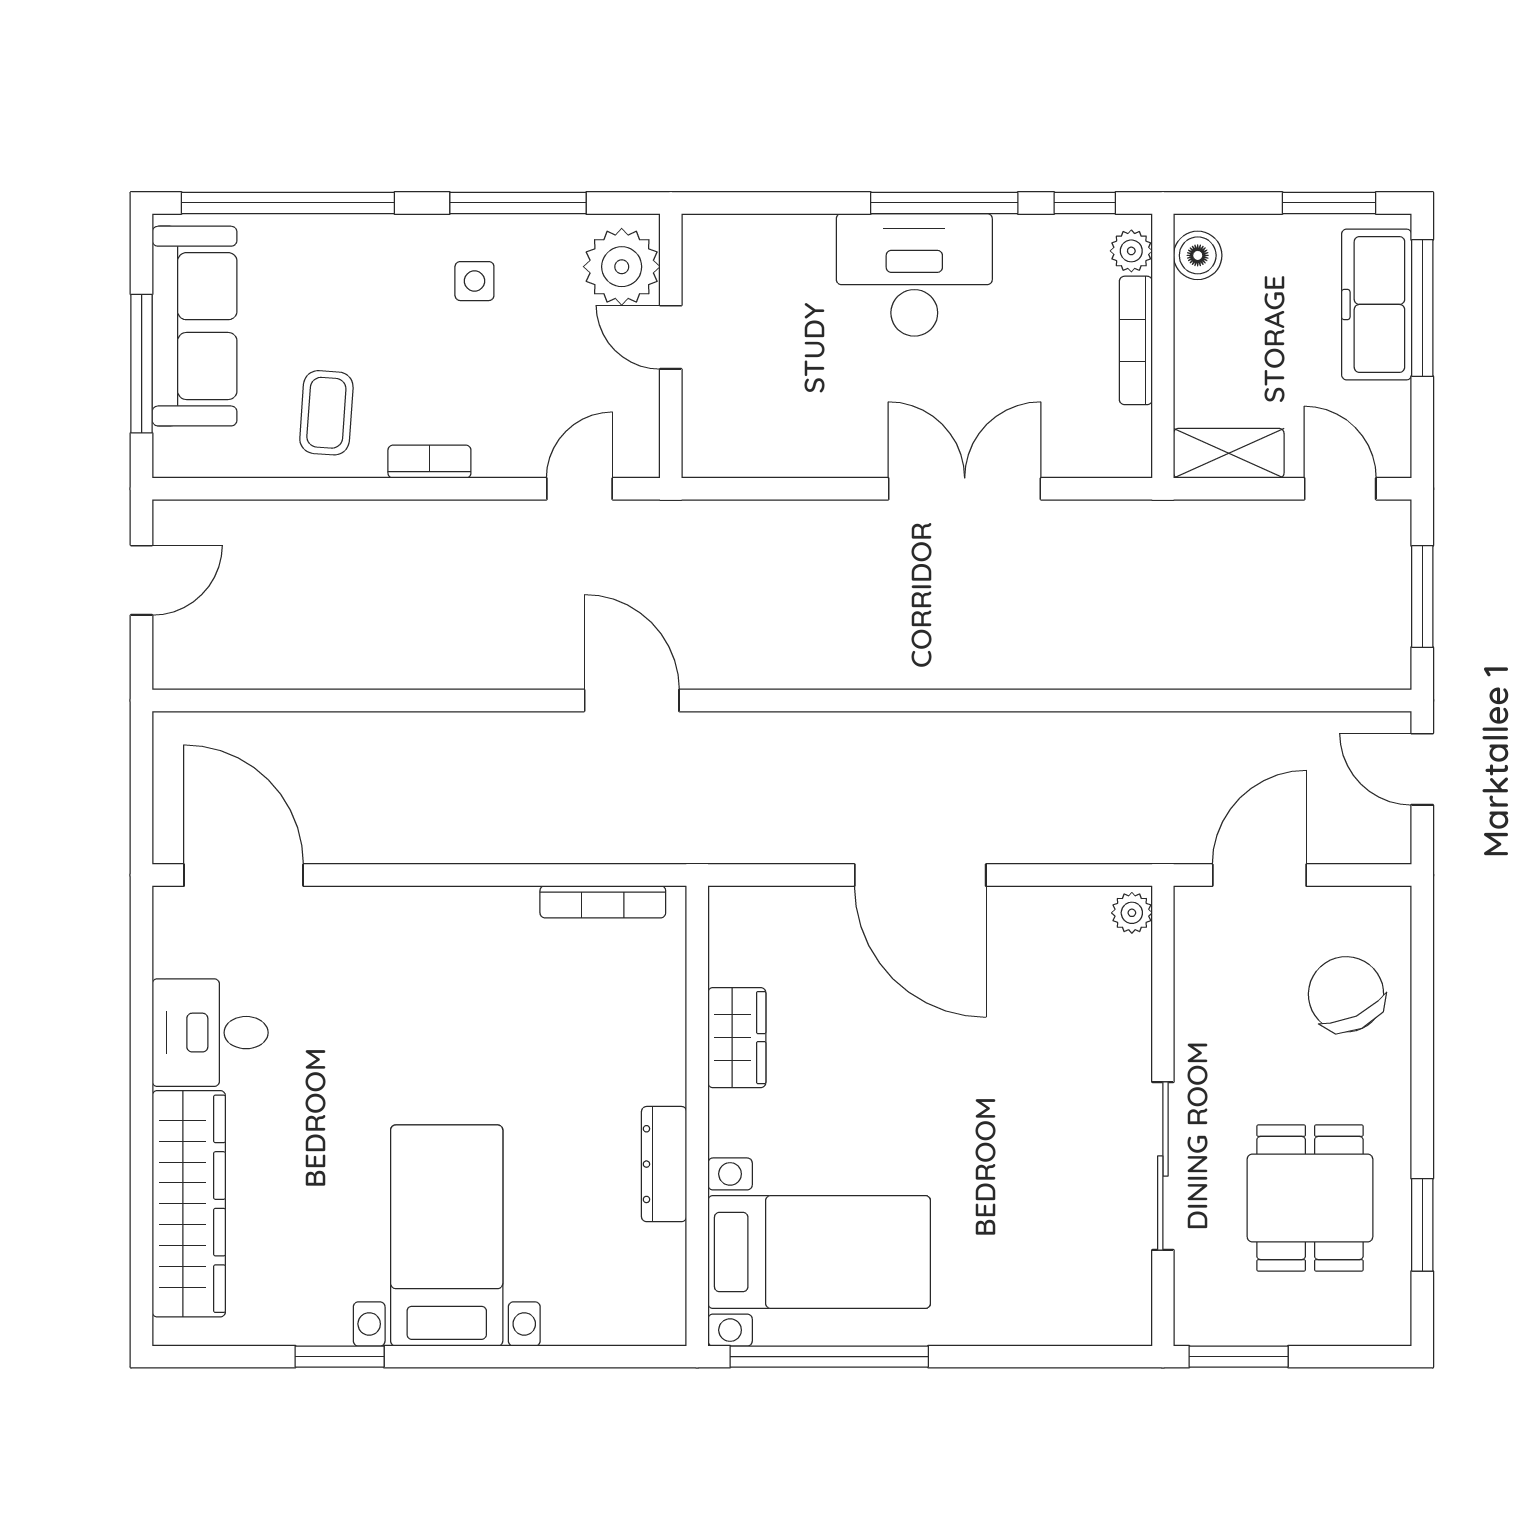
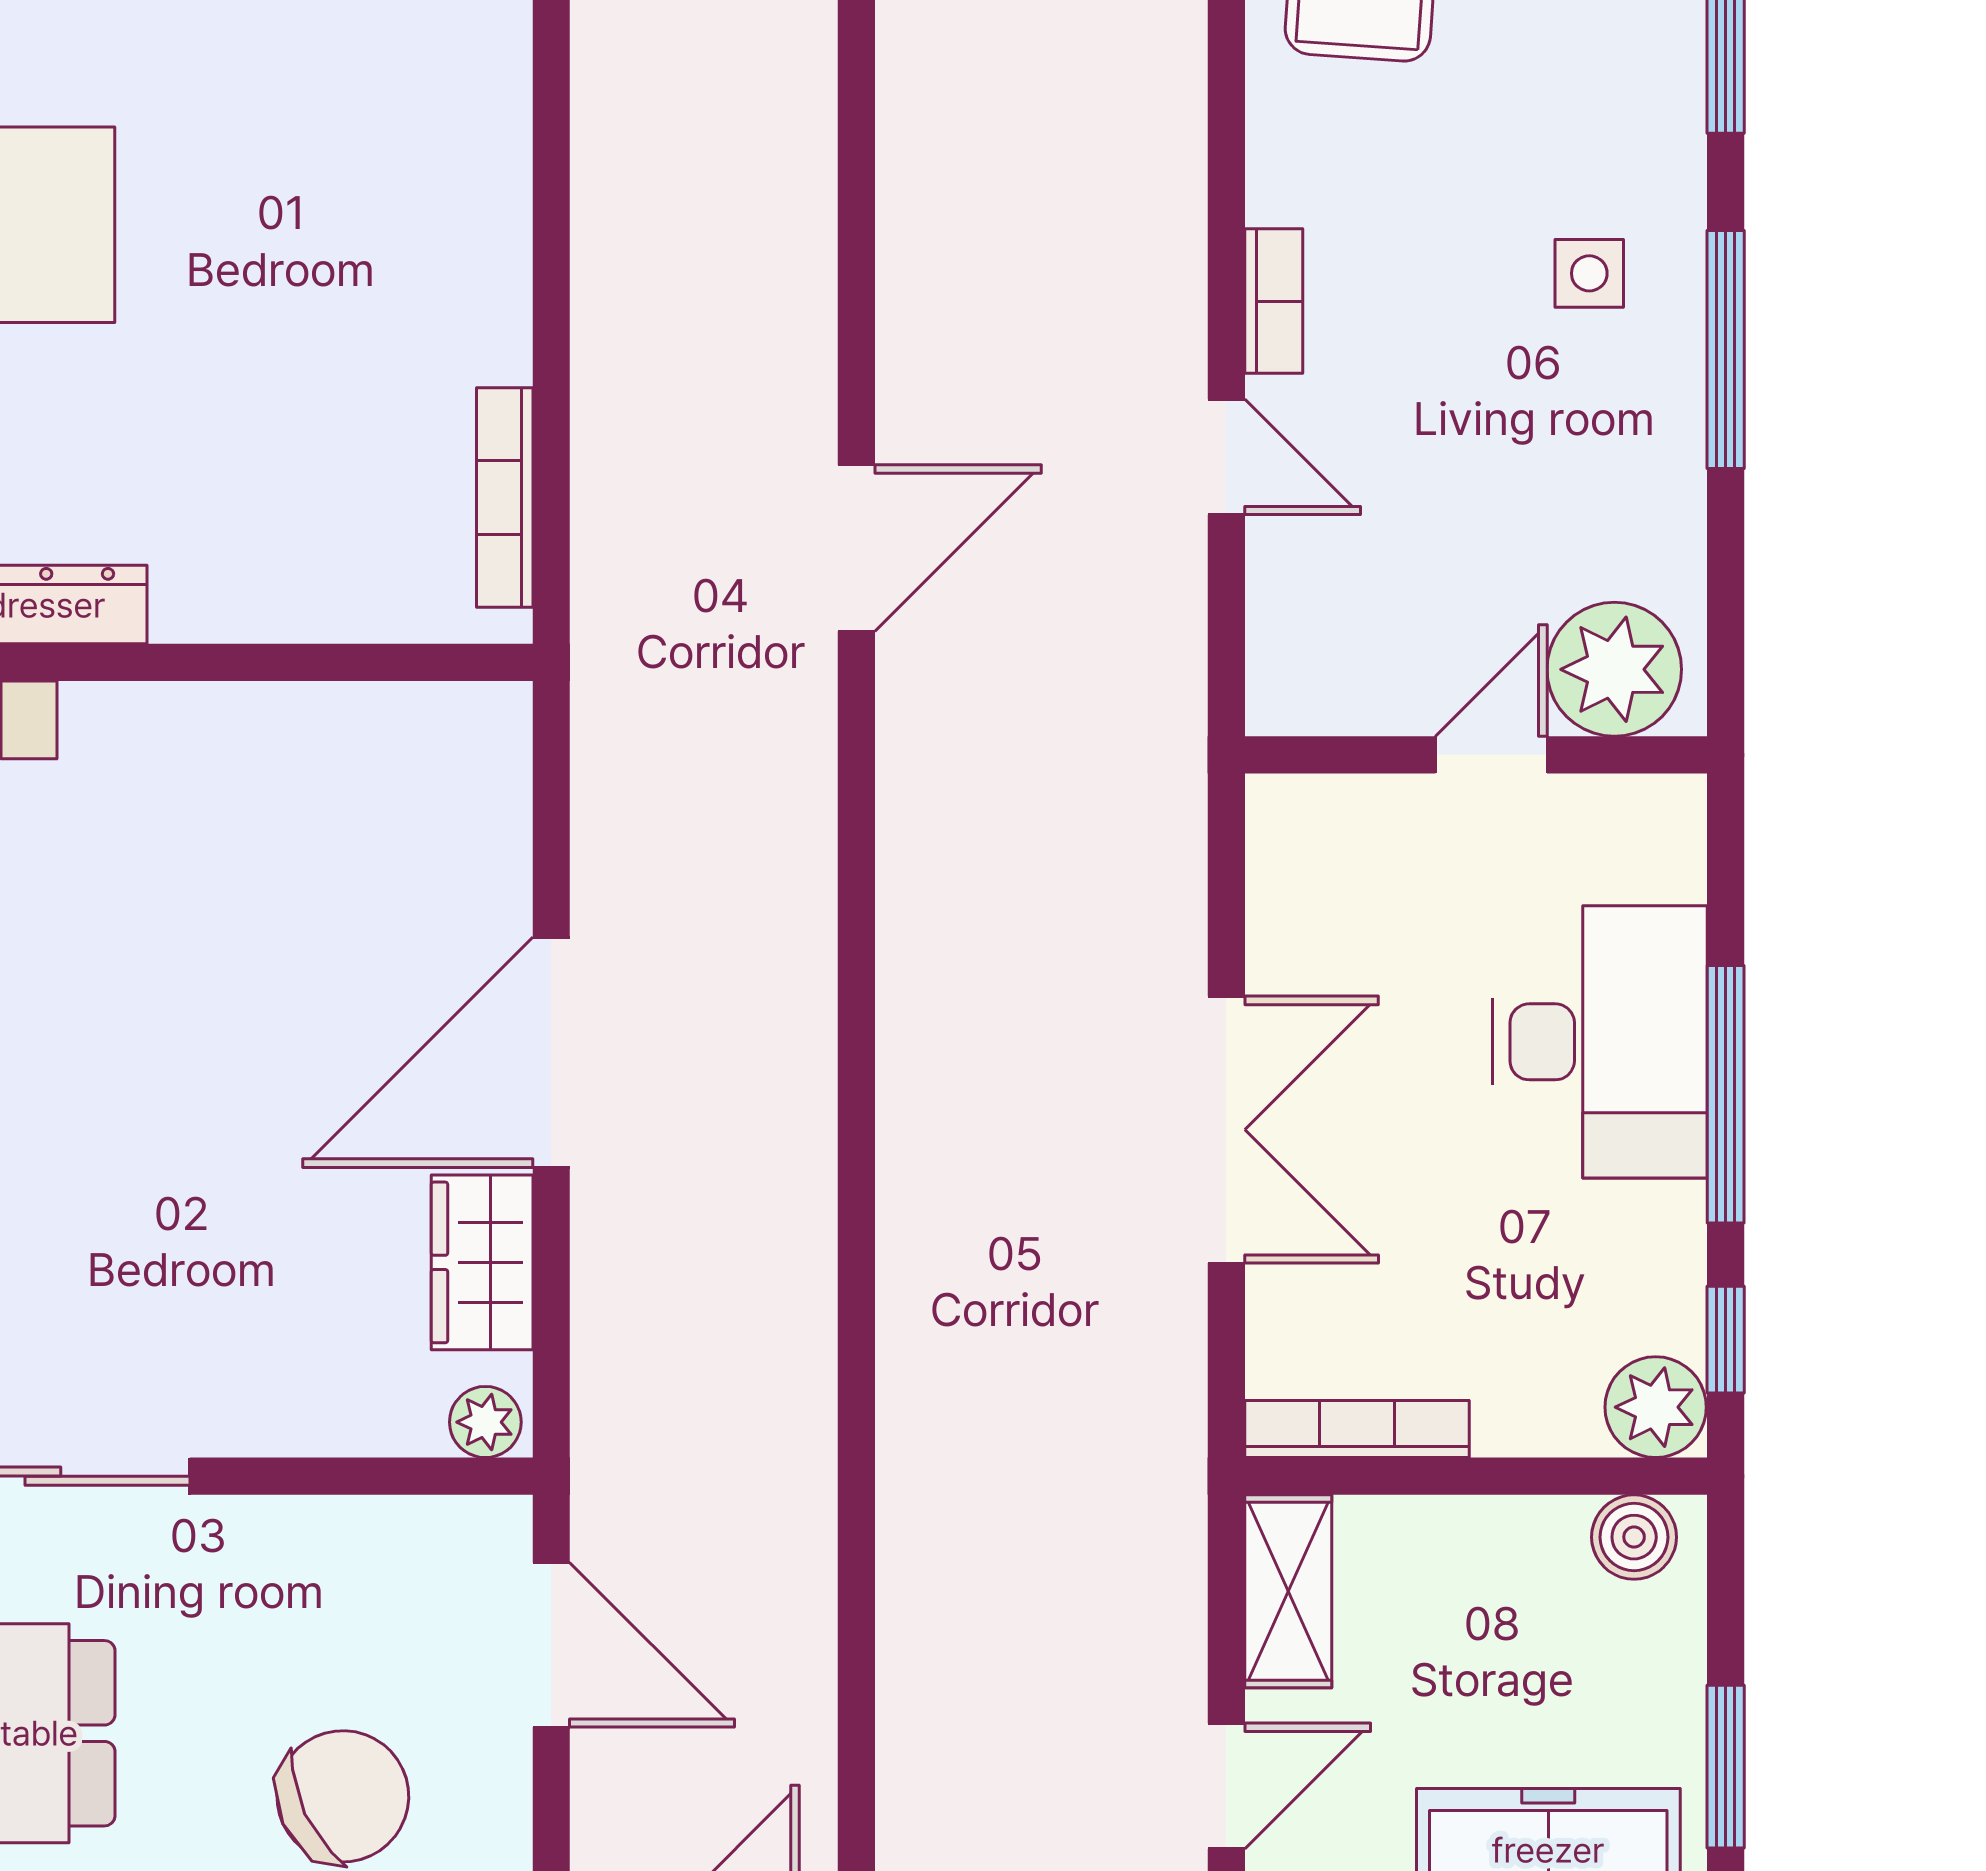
plant: (1131, 251) -> (1656, 1407), width x1.38, depth x1.38
plant: (622, 267) -> (1614, 669), moved
door: (671, 337) -> (1491, 755), moved
bookcase: (1136, 340) -> (1357, 1429), moved
wall: (671, 346) -> (1476, 755), moved
bookcase: (429, 462) -> (1274, 301), moved
wardrobe: (737, 1038) -> (482, 1262), moved, turned 90

